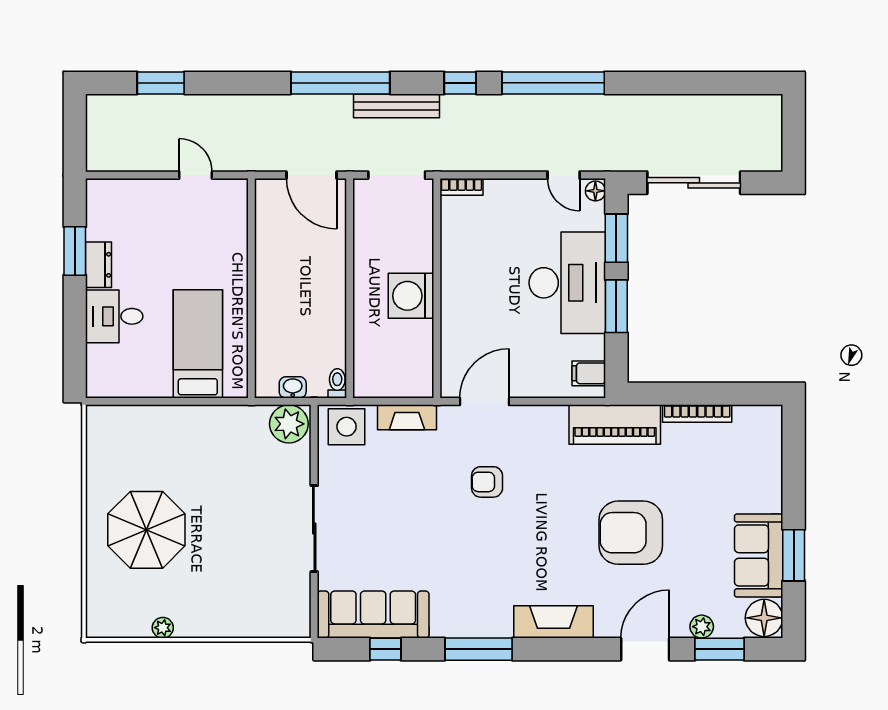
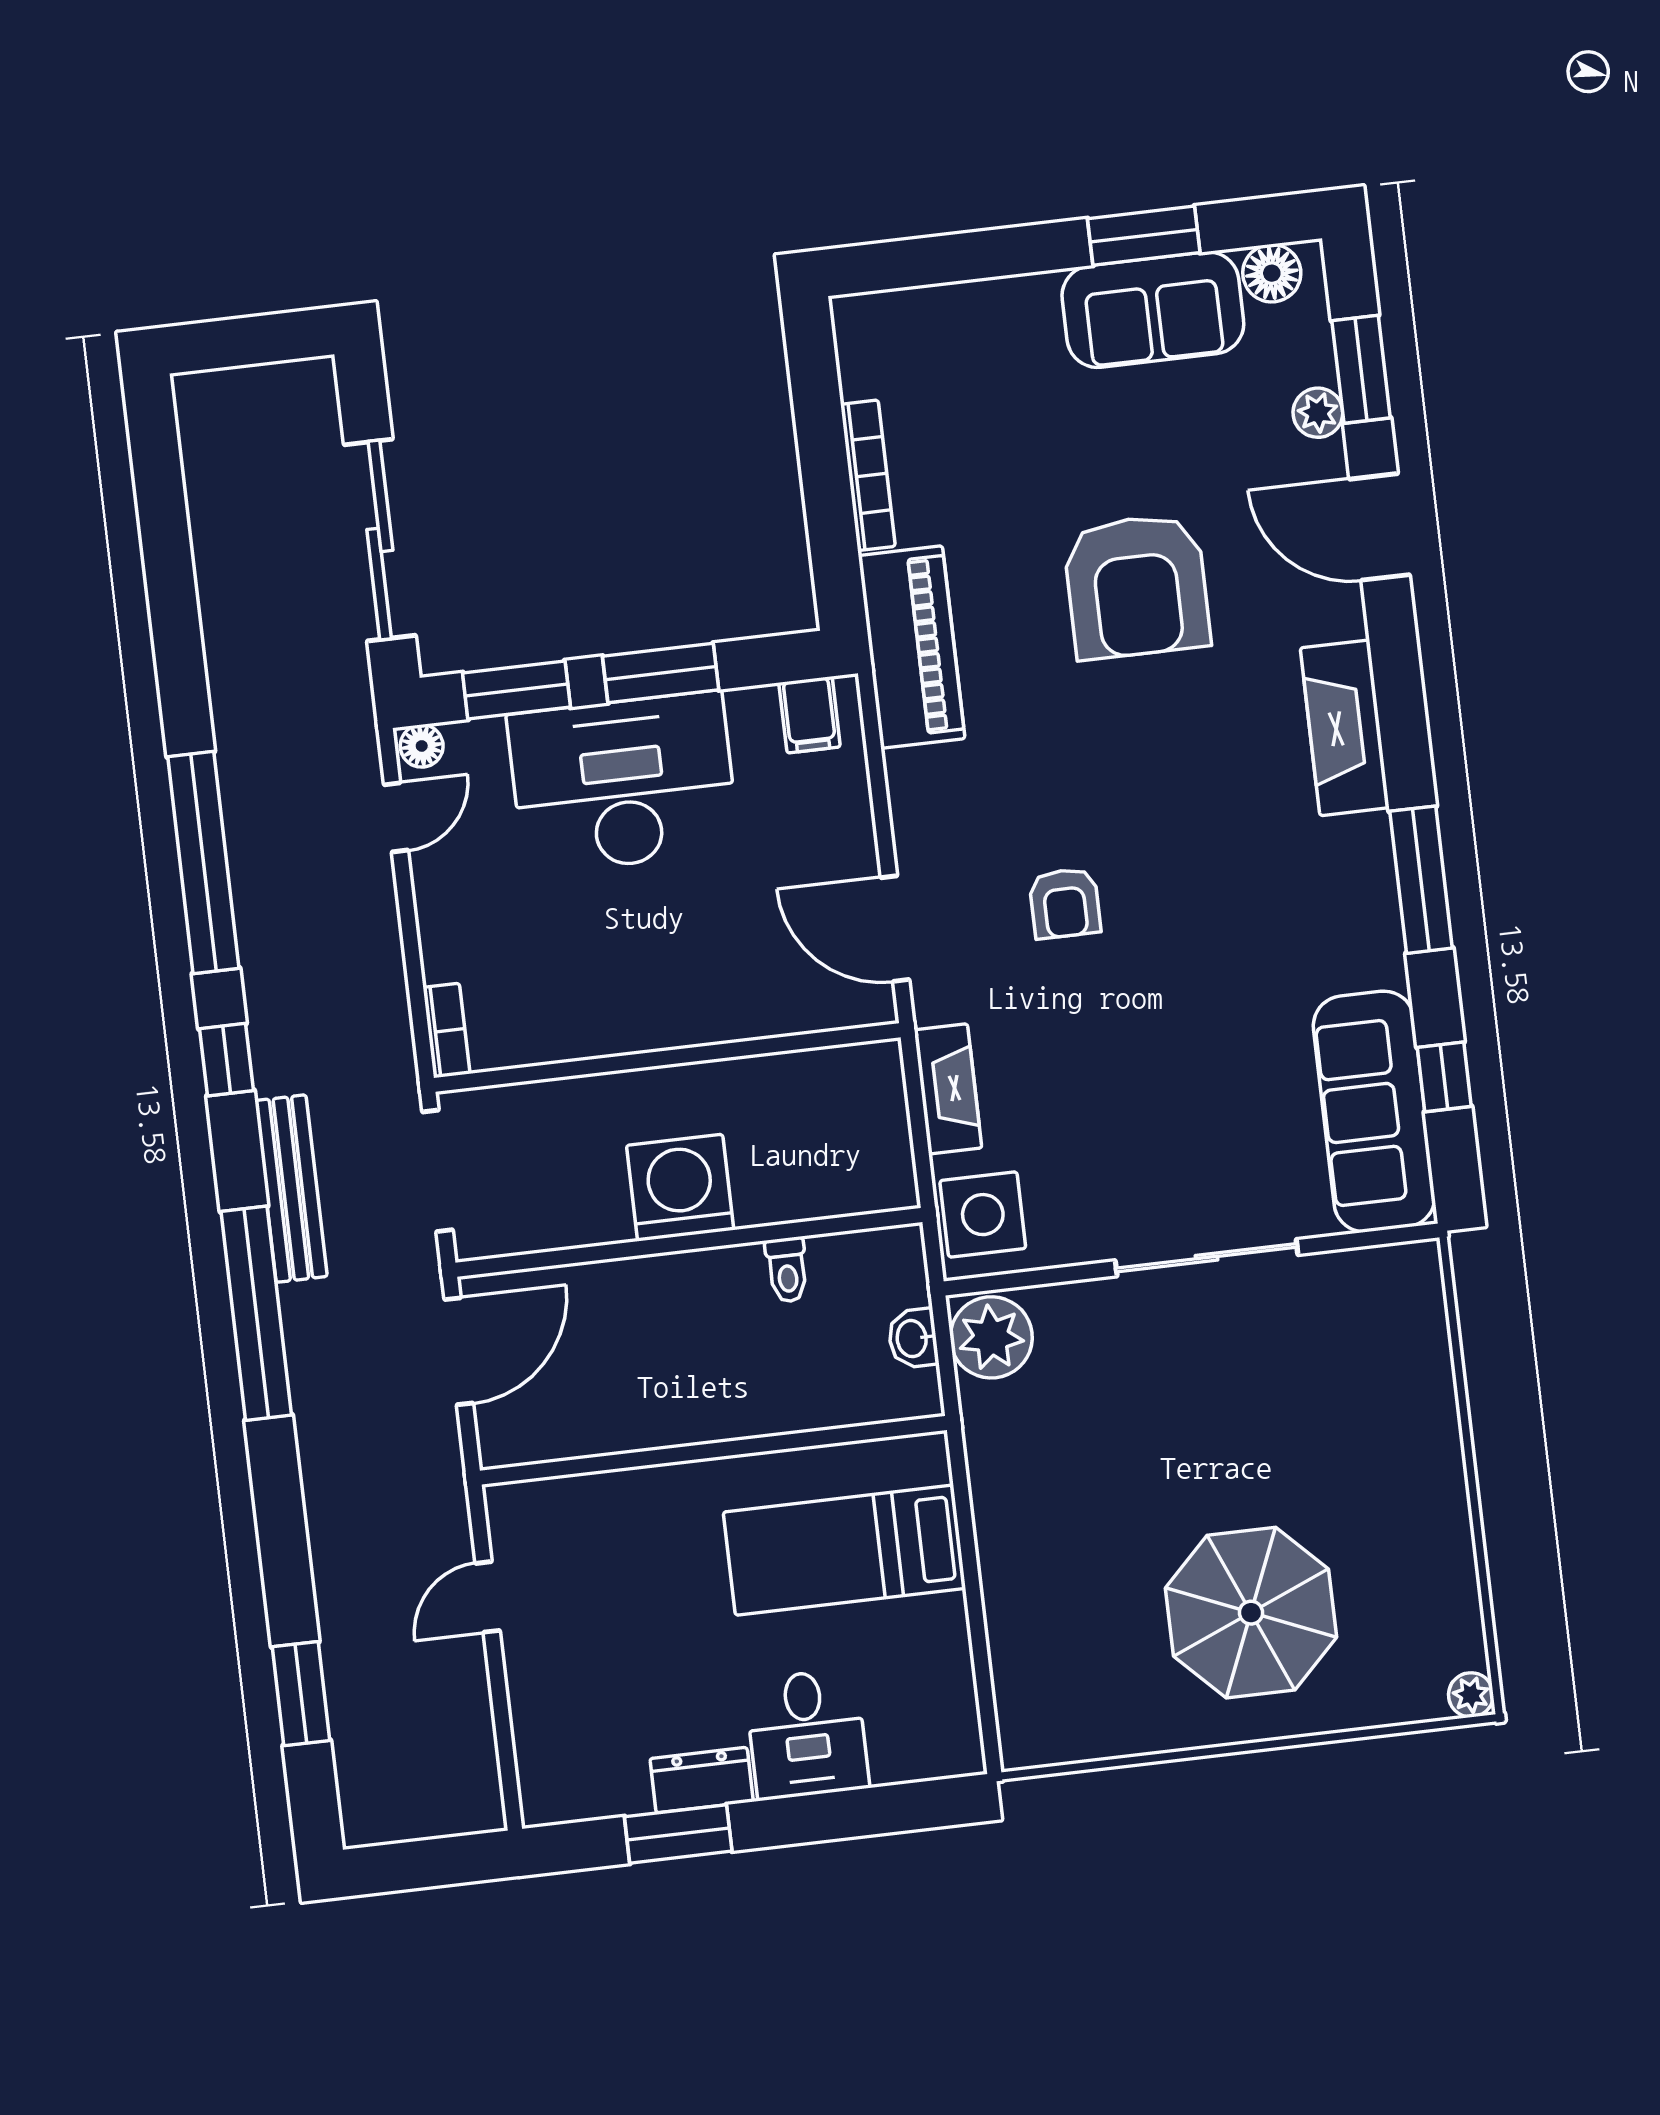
washing machine: (411, 296) -> (680, 1188), moved, turned 180
toilet: (337, 383) -> (787, 1270), moved, turned -90
floor lamp: (764, 618) -> (1272, 273), width x0.73, depth x0.73
plant: (163, 628) -> (1471, 1695), moved

